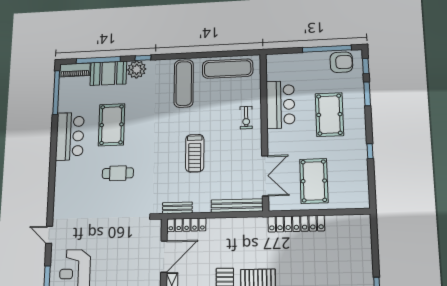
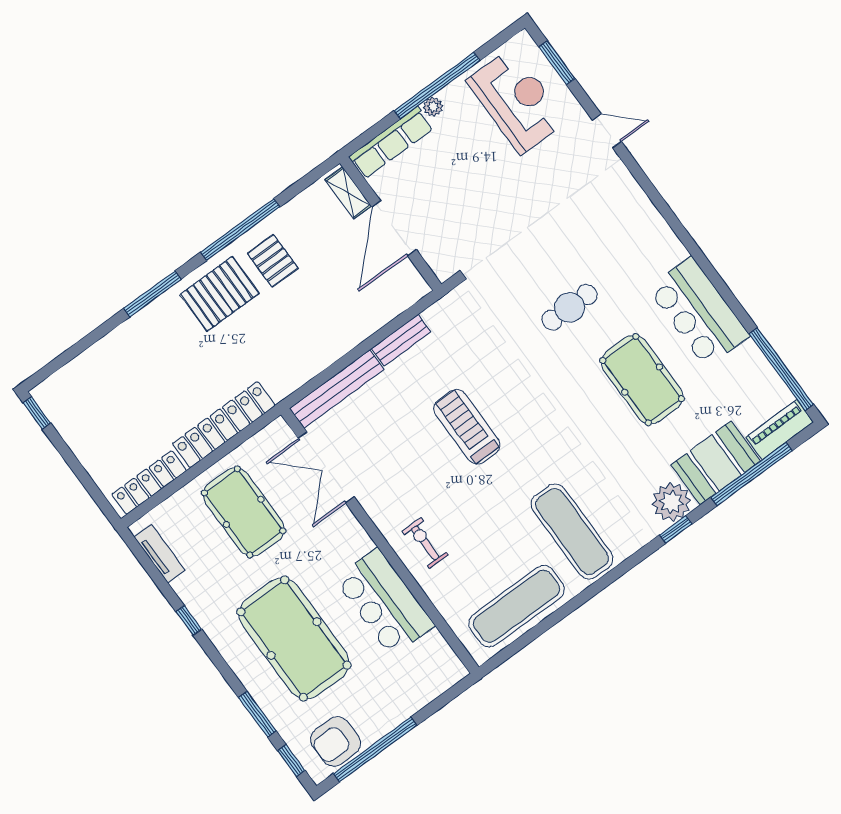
pool table: (329, 115) -> (294, 639), width x1.36, depth x1.32
tv unit: (363, 188) -> (160, 554), added
bench: (177, 208) -> (401, 340), moved
locker: (187, 225) -> (149, 483), moved

